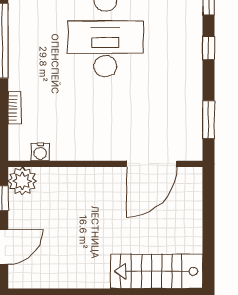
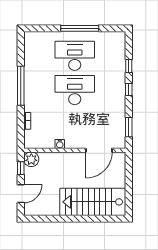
water cooler: (40, 152) -> (60, 144), moved
stairs: (157, 271) -> (93, 202), width x1.36, depth x1.51

